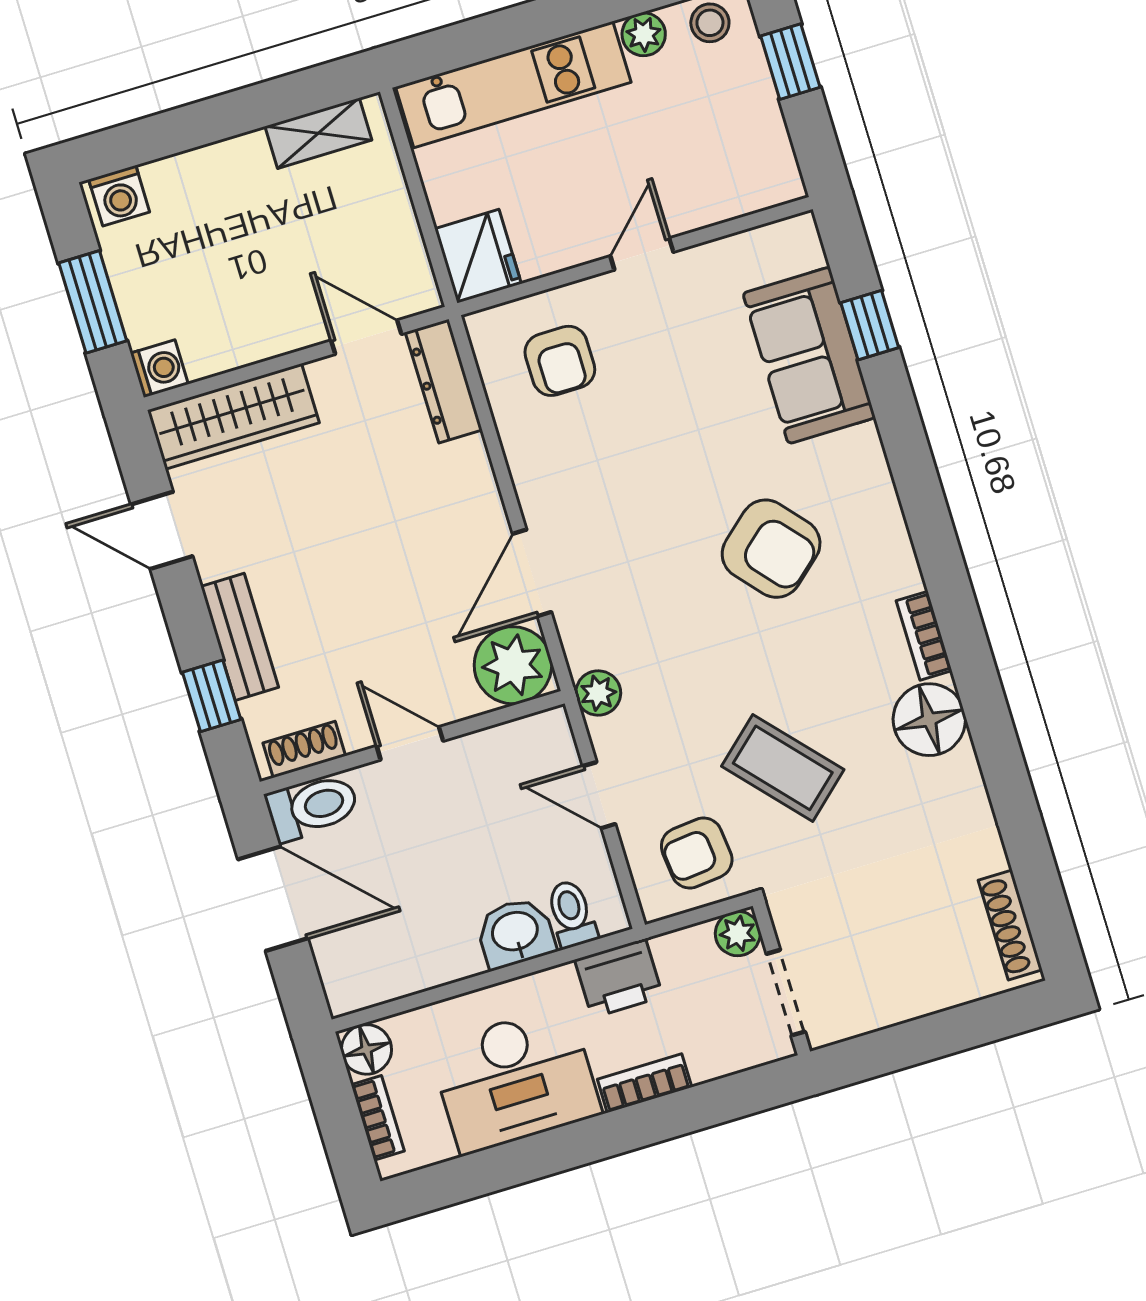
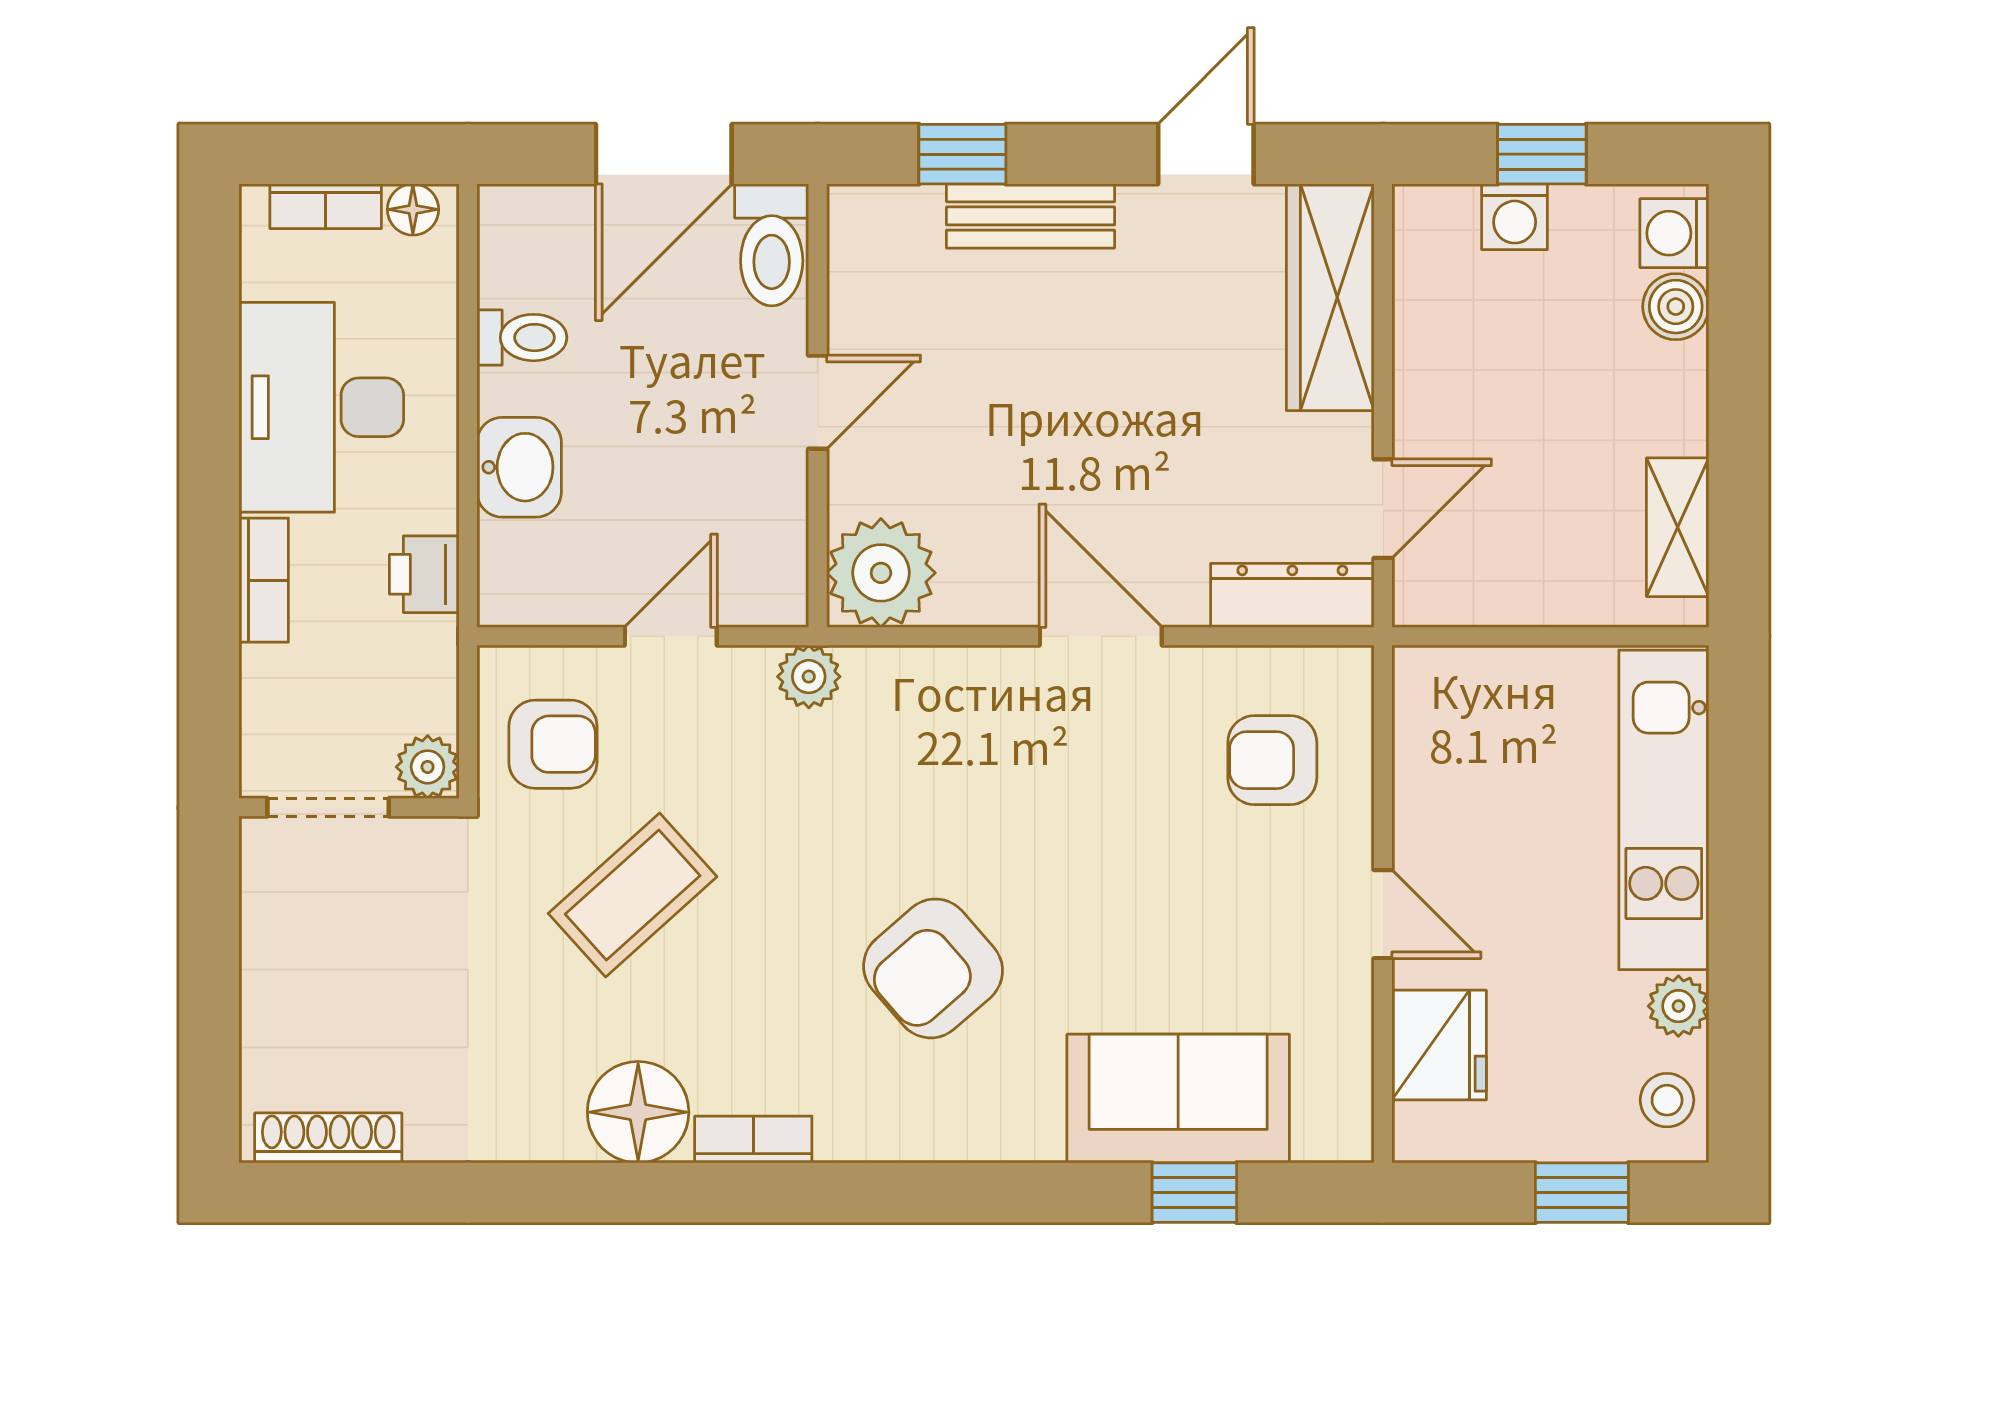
boiler: (169, 180) -> (1676, 307), added
fridge: (478, 256) -> (1439, 1045), moved, turned -90
window: (93, 302) -> (1542, 154), width x0.67
washing machine: (159, 369) -> (1515, 217), moved
door: (532, 573) -> (1101, 636), moved
shoe rack: (304, 749) -> (852, 257), removed
armchair: (697, 853) -> (553, 744), turned 96
toilet: (572, 914) -> (522, 338), moved
printer: (619, 978) -> (424, 574), width x0.73, depth x0.81
floor lamp: (366, 1049) -> (413, 209), width x0.73, depth x0.73

